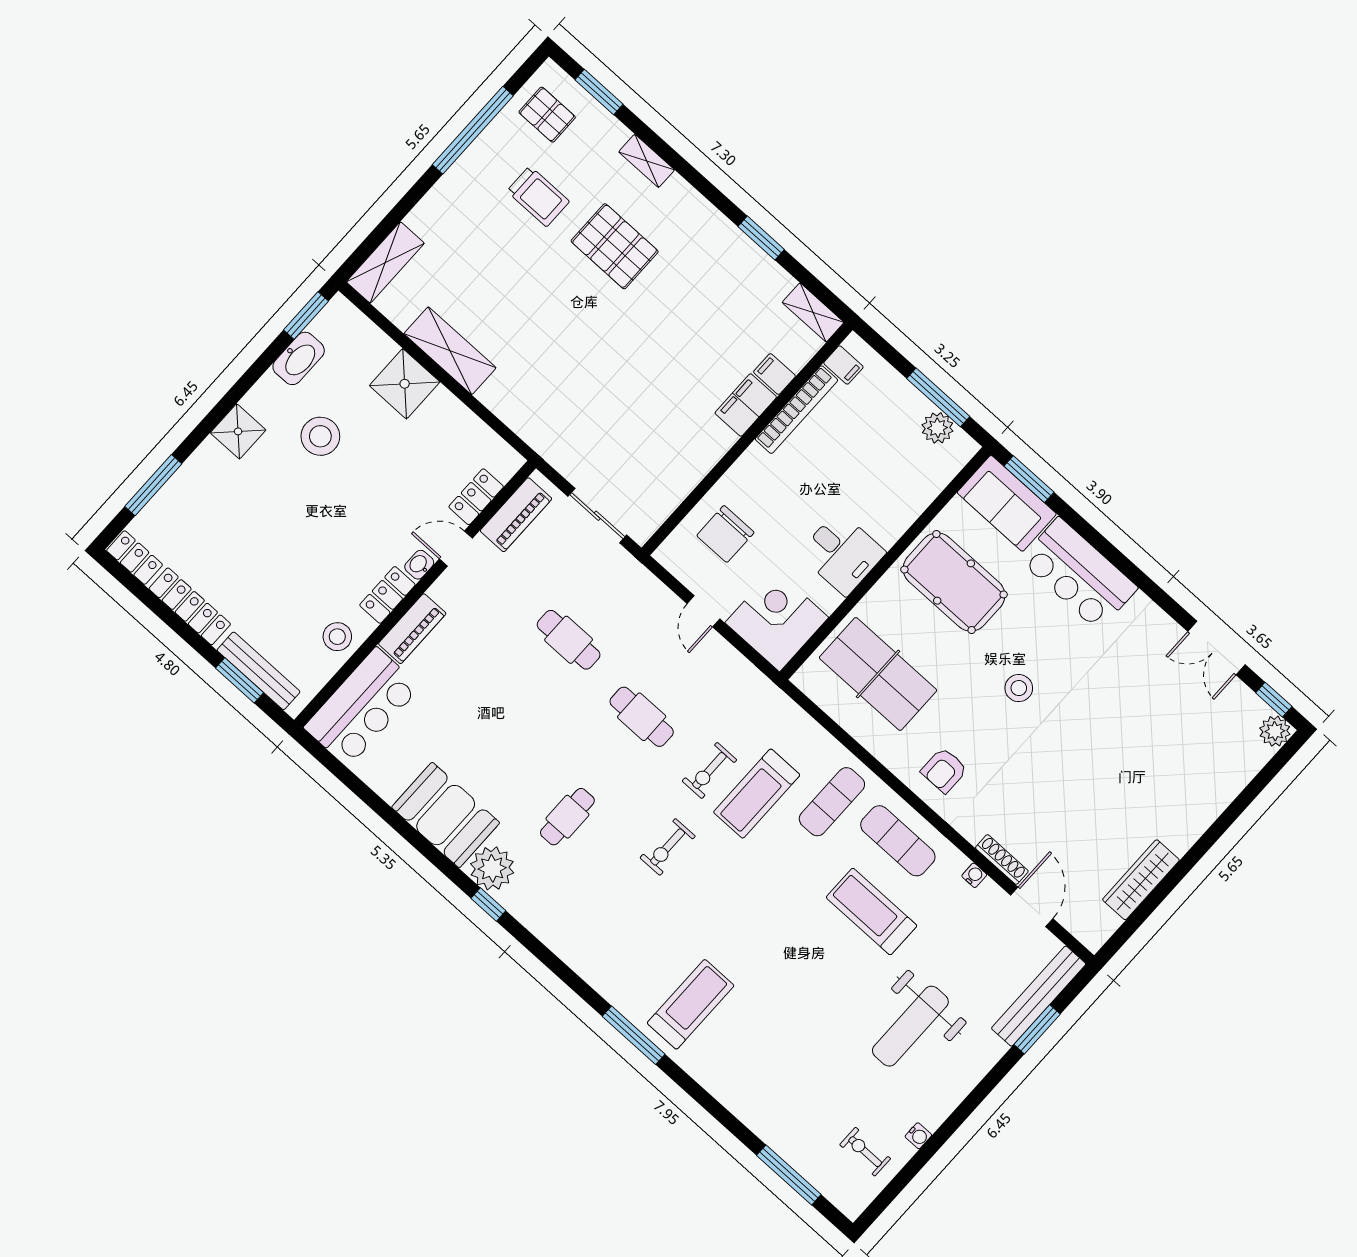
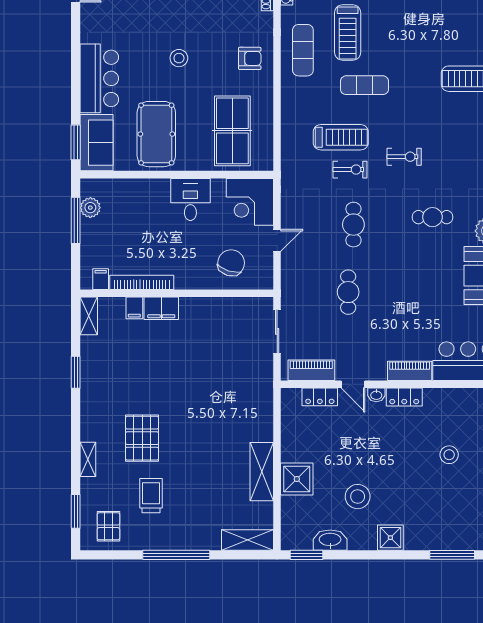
window: (473, 130) -> (176, 555), moved
chair: (725, 534) -> (231, 263), turned -72
stool: (337, 637) -> (449, 455), moved
exercise mat: (832, 802) -> (364, 85), moved

